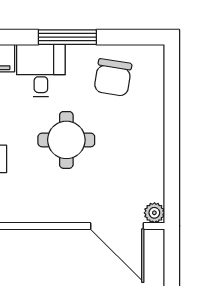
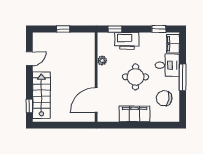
filing cabinet: (147, 142) -> (135, 114), added
plant: (154, 213) -> (102, 61), moved

